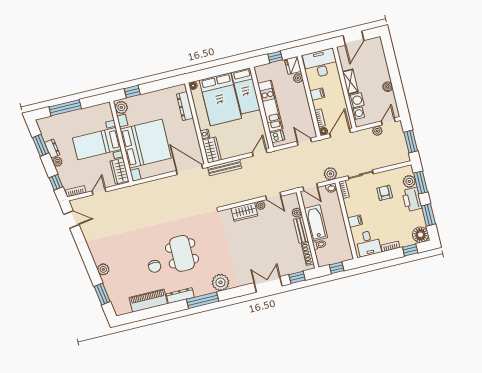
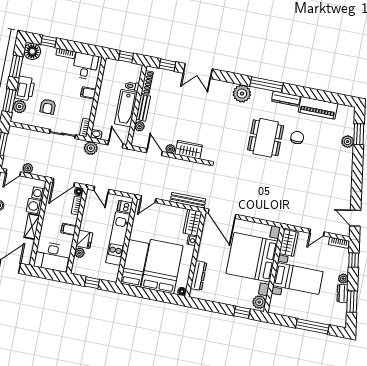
fridge: (293, 65) -> (84, 239), moved
plant: (103, 269) -> (348, 142), moved

